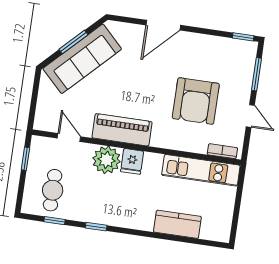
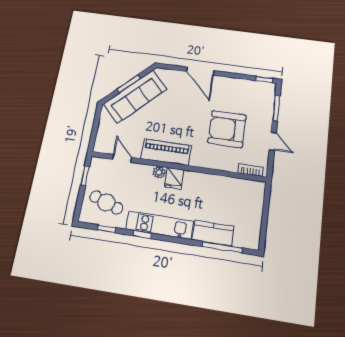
door: (163, 25) -> (200, 71), hinge flipped
armchair: (196, 101) -> (227, 129), turned 90
plant: (107, 160) -> (159, 172), width x0.53, depth x0.53
kitchen unit: (201, 170) -> (160, 225), moved, turned 180
cafe table: (53, 190) -> (106, 202), turned -71
window: (188, 240) -> (222, 247), added

